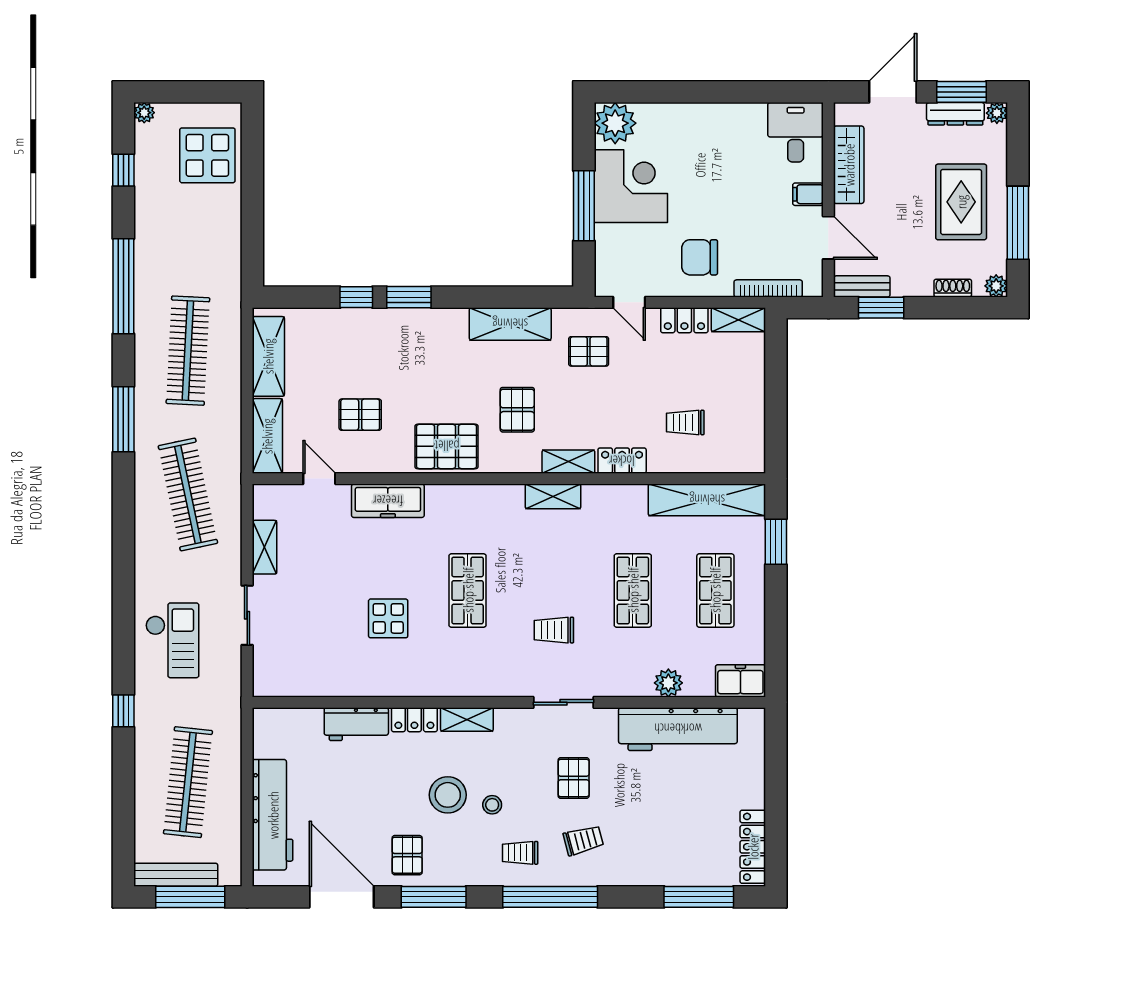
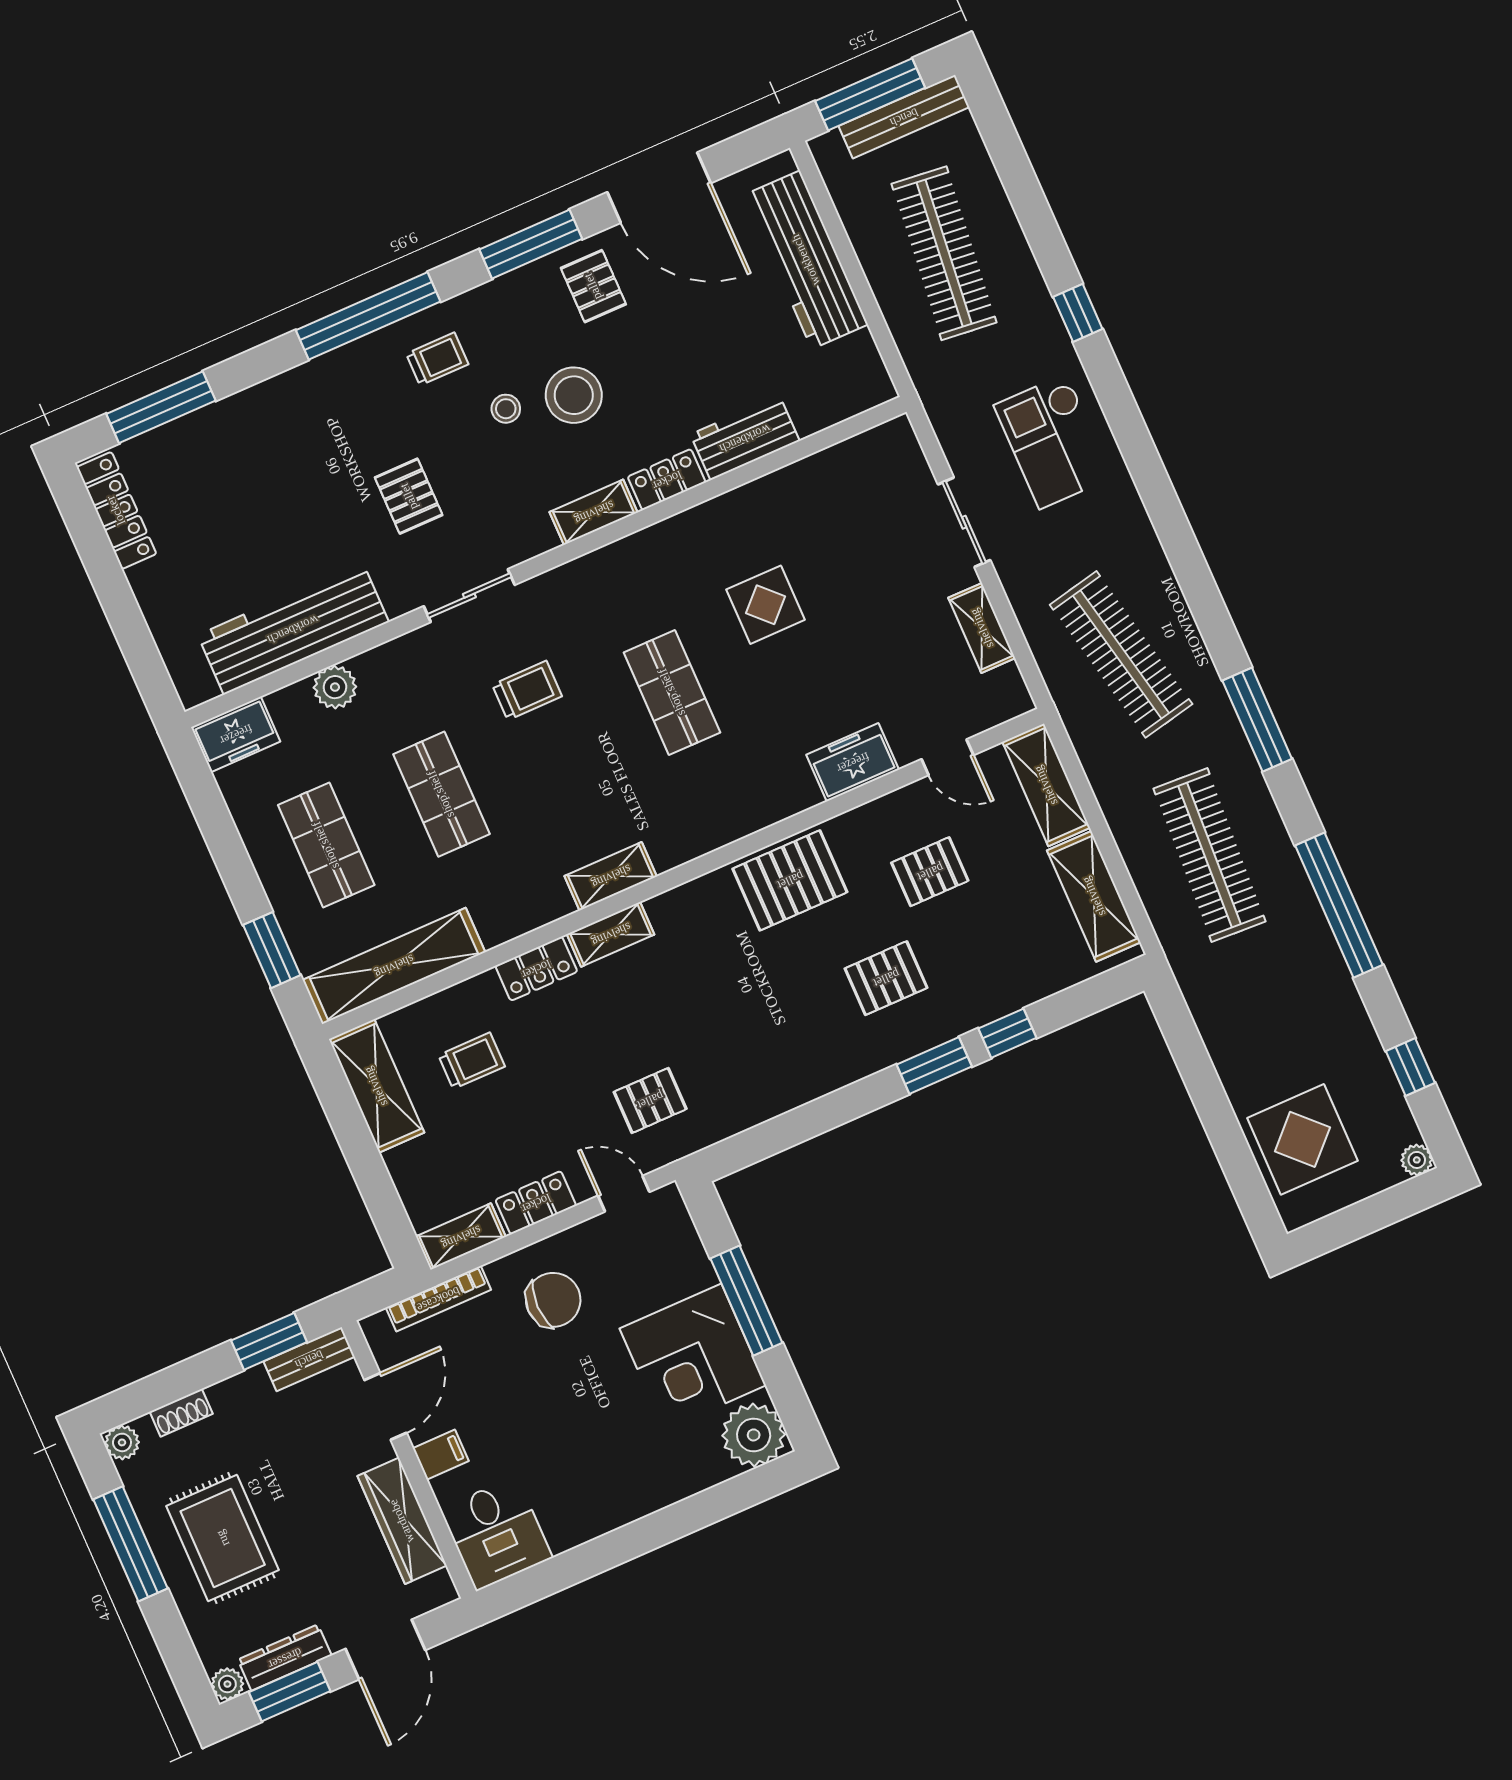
door: (828, 238) -> (385, 1406), swing flipped
shelving: (510, 324) -> (376, 1086), moved, turned 90
pallet: (517, 410) -> (886, 978), moved, turned 90
freezer: (388, 501) -> (853, 762), width x0.71
trolley: (583, 840) -> (357, 415), removed

